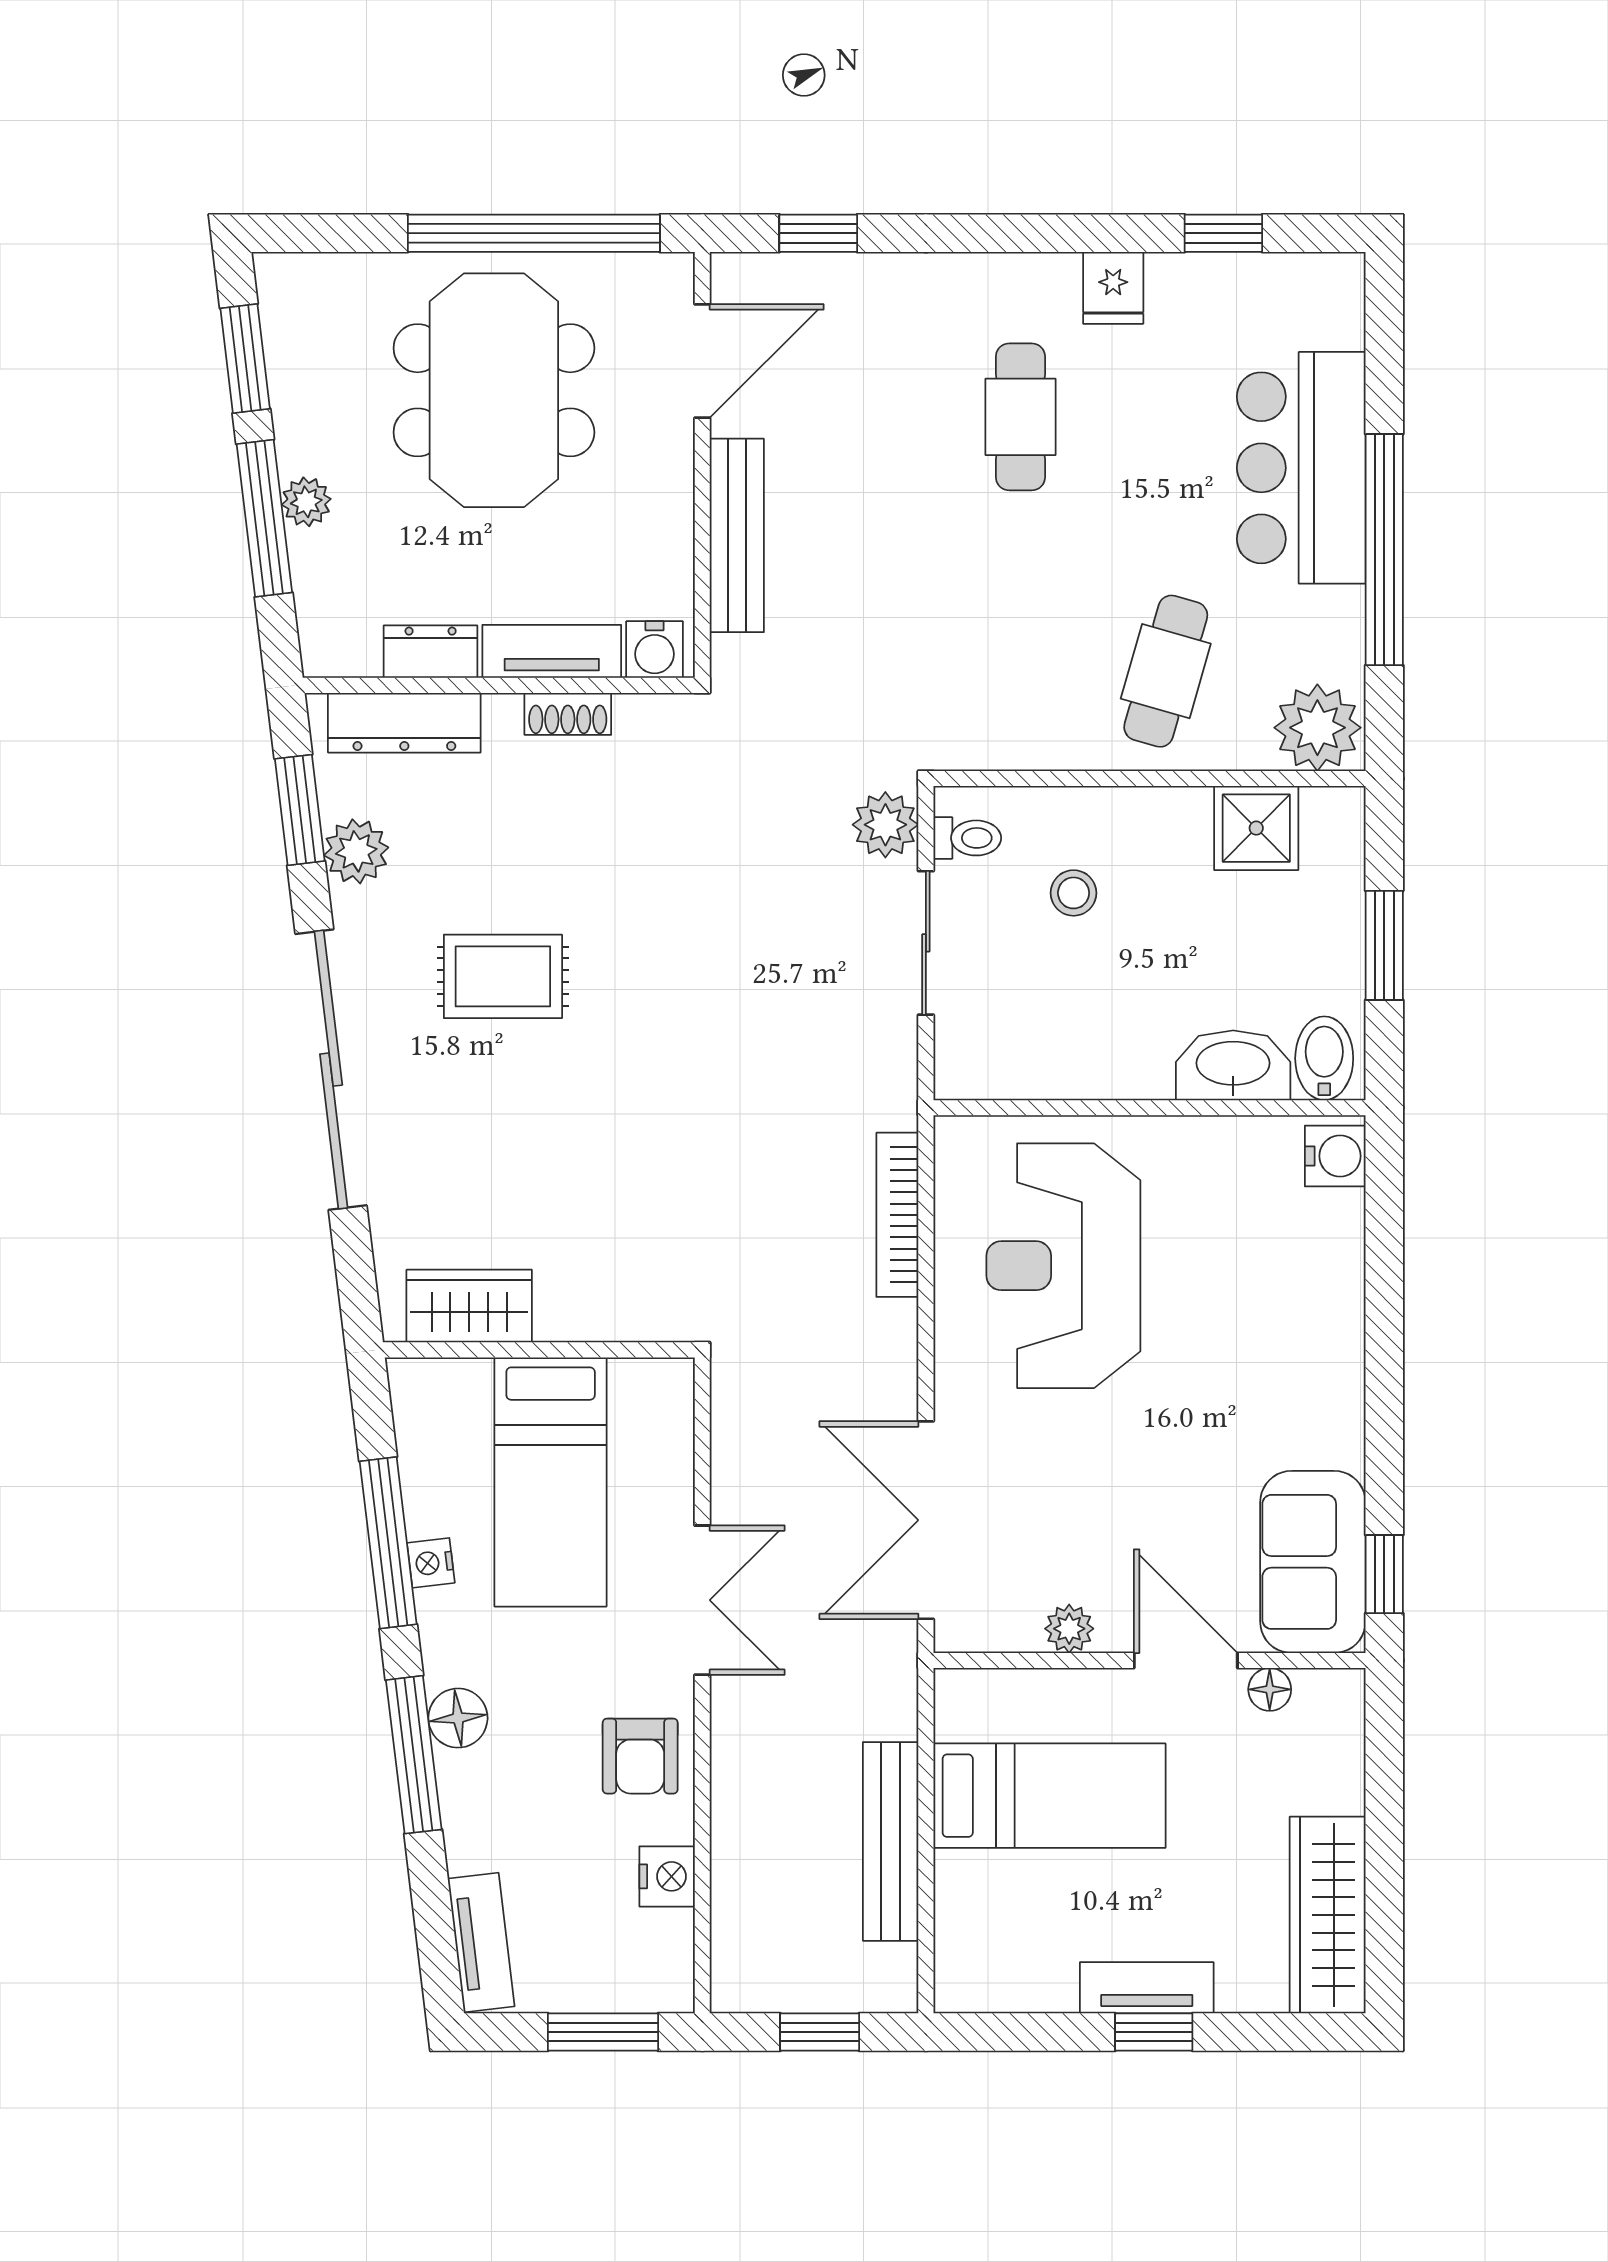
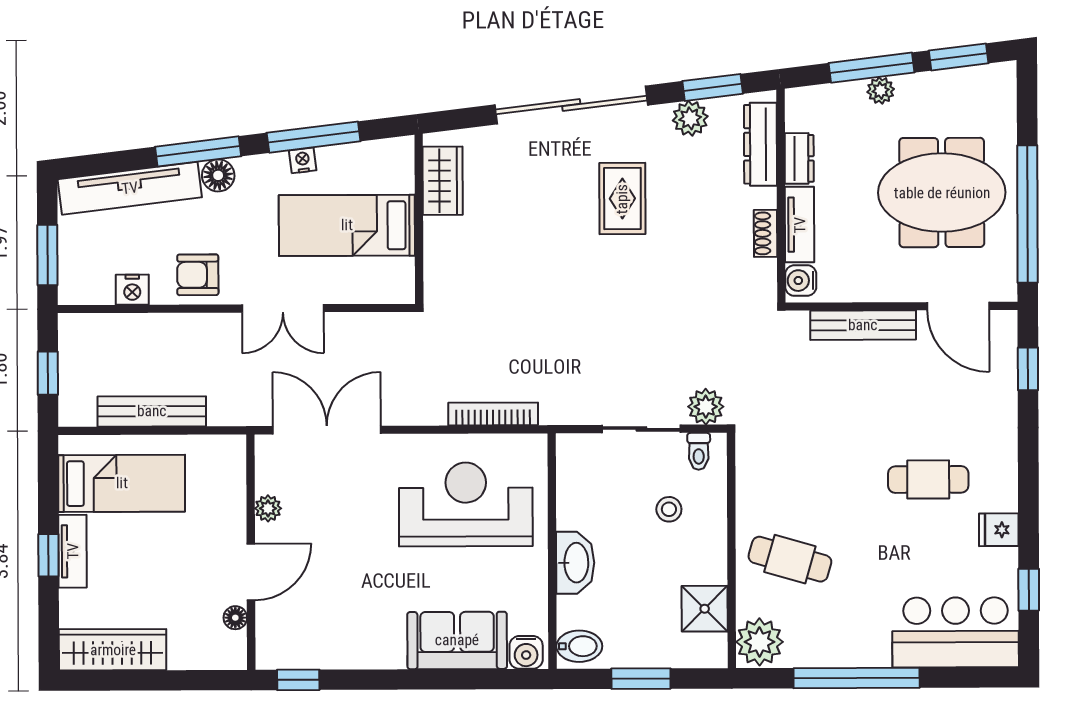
bar counter: (1301, 468) -> (956, 632), moved
washbasin: (1233, 1065) -> (575, 563), moved
sofa: (1313, 1562) -> (457, 640), moved
bed: (1049, 1796) -> (122, 483), moved, turned -90
tv unit: (481, 1942) -> (130, 188), width x1.92, depth x1.29

